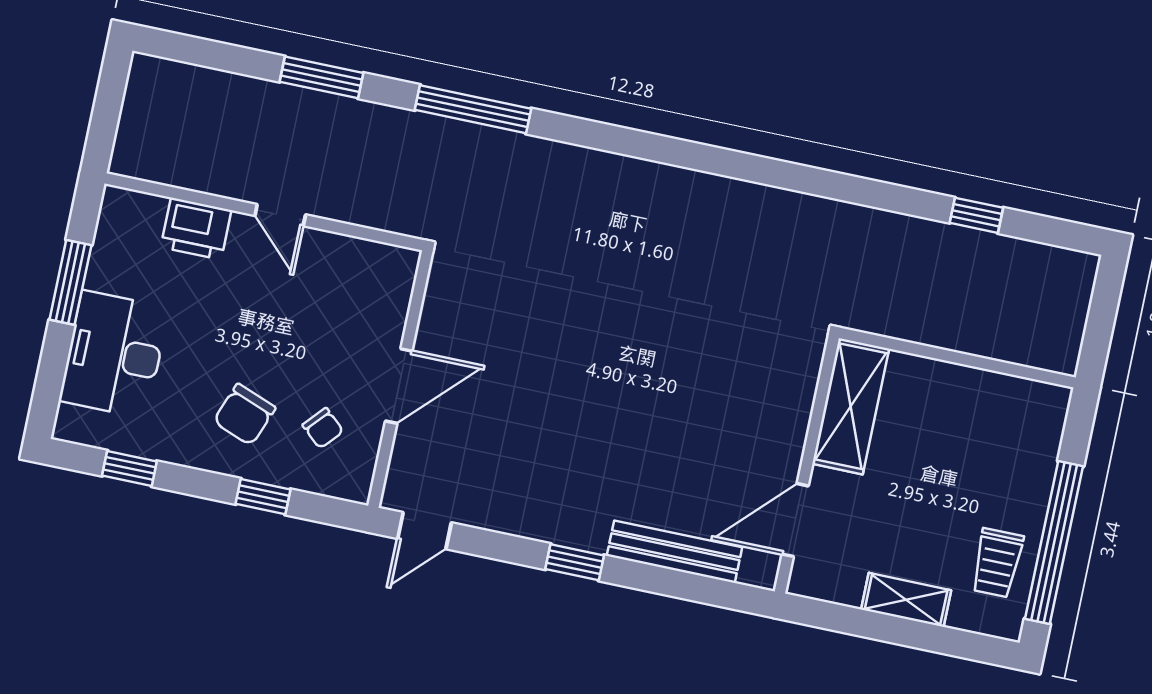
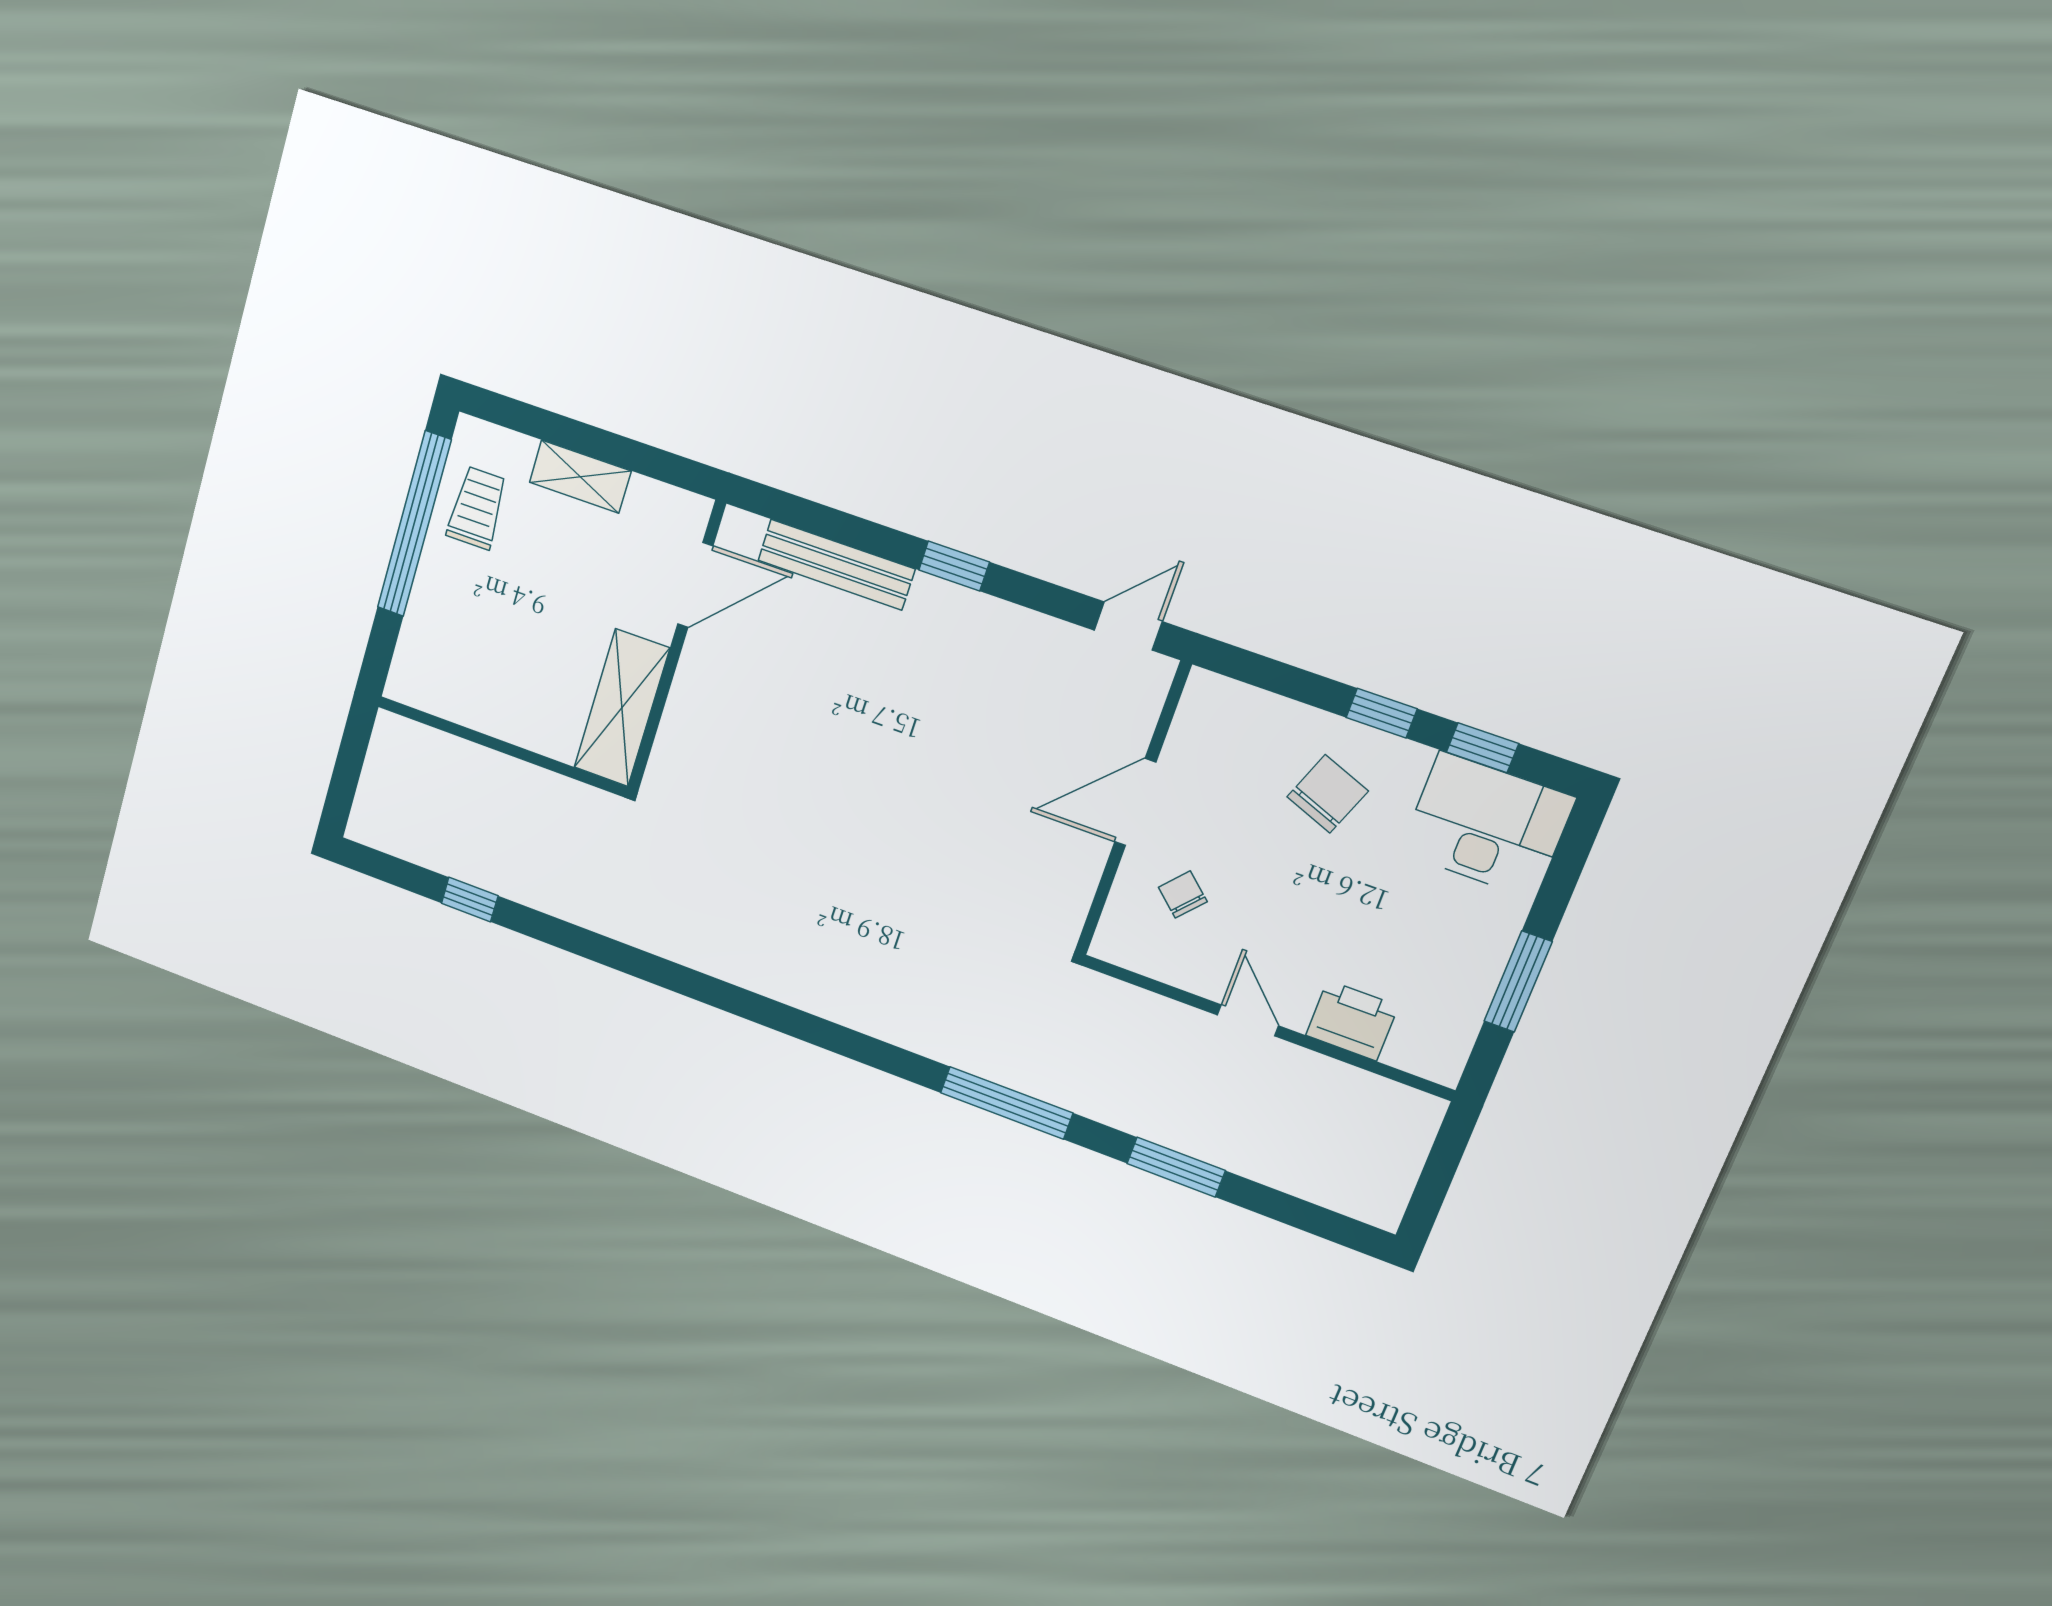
desk: (114, 354) -> (1487, 825), moved, turned -90
chair: (323, 428) -> (1183, 894), moved
window: (263, 497) -> (1382, 713), moved

